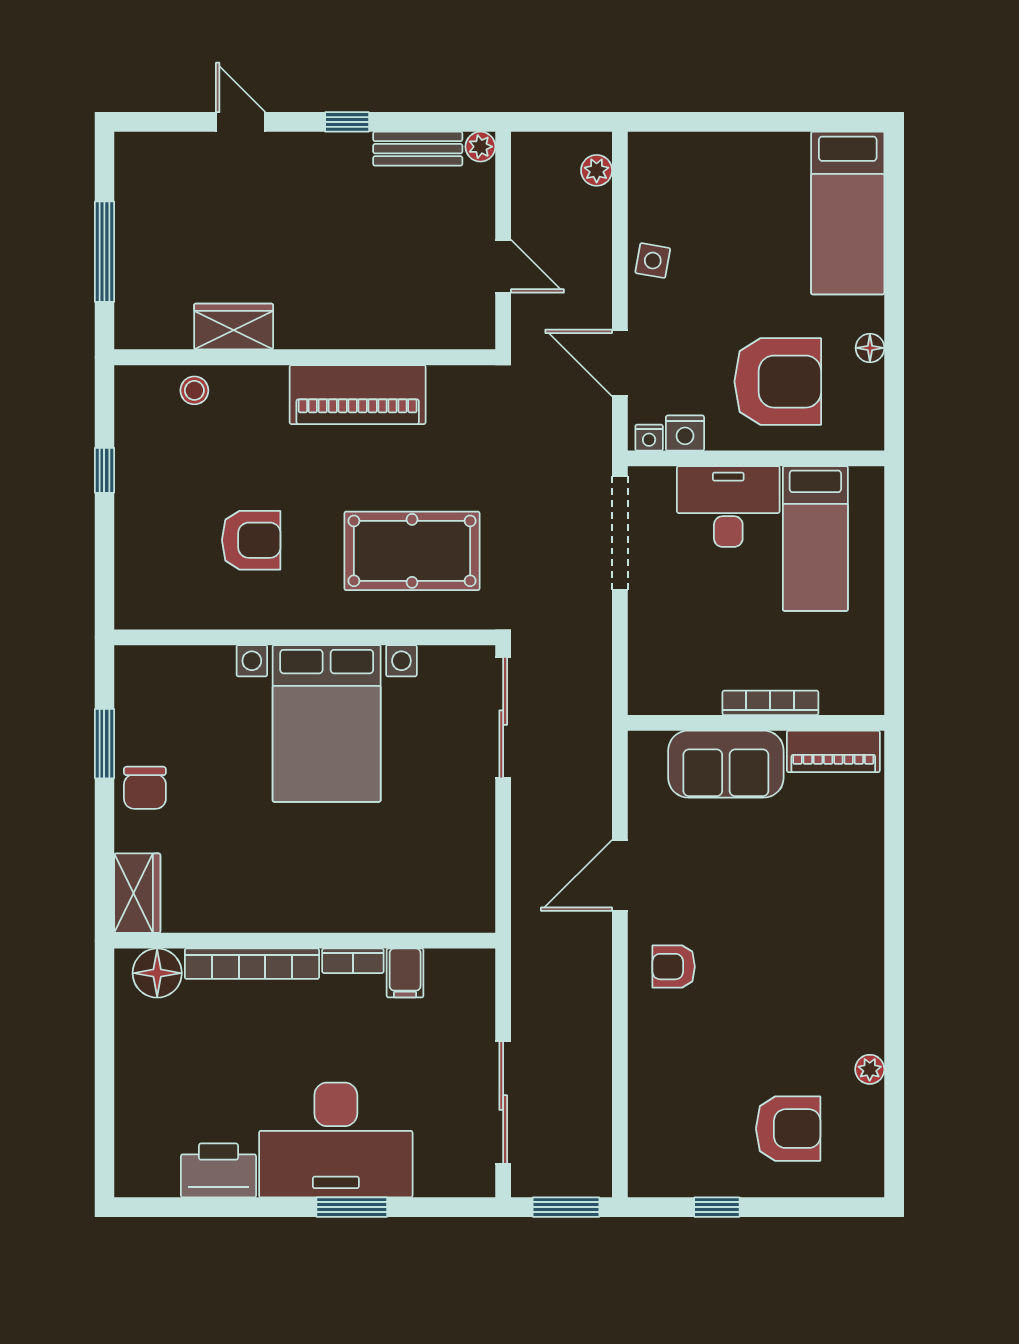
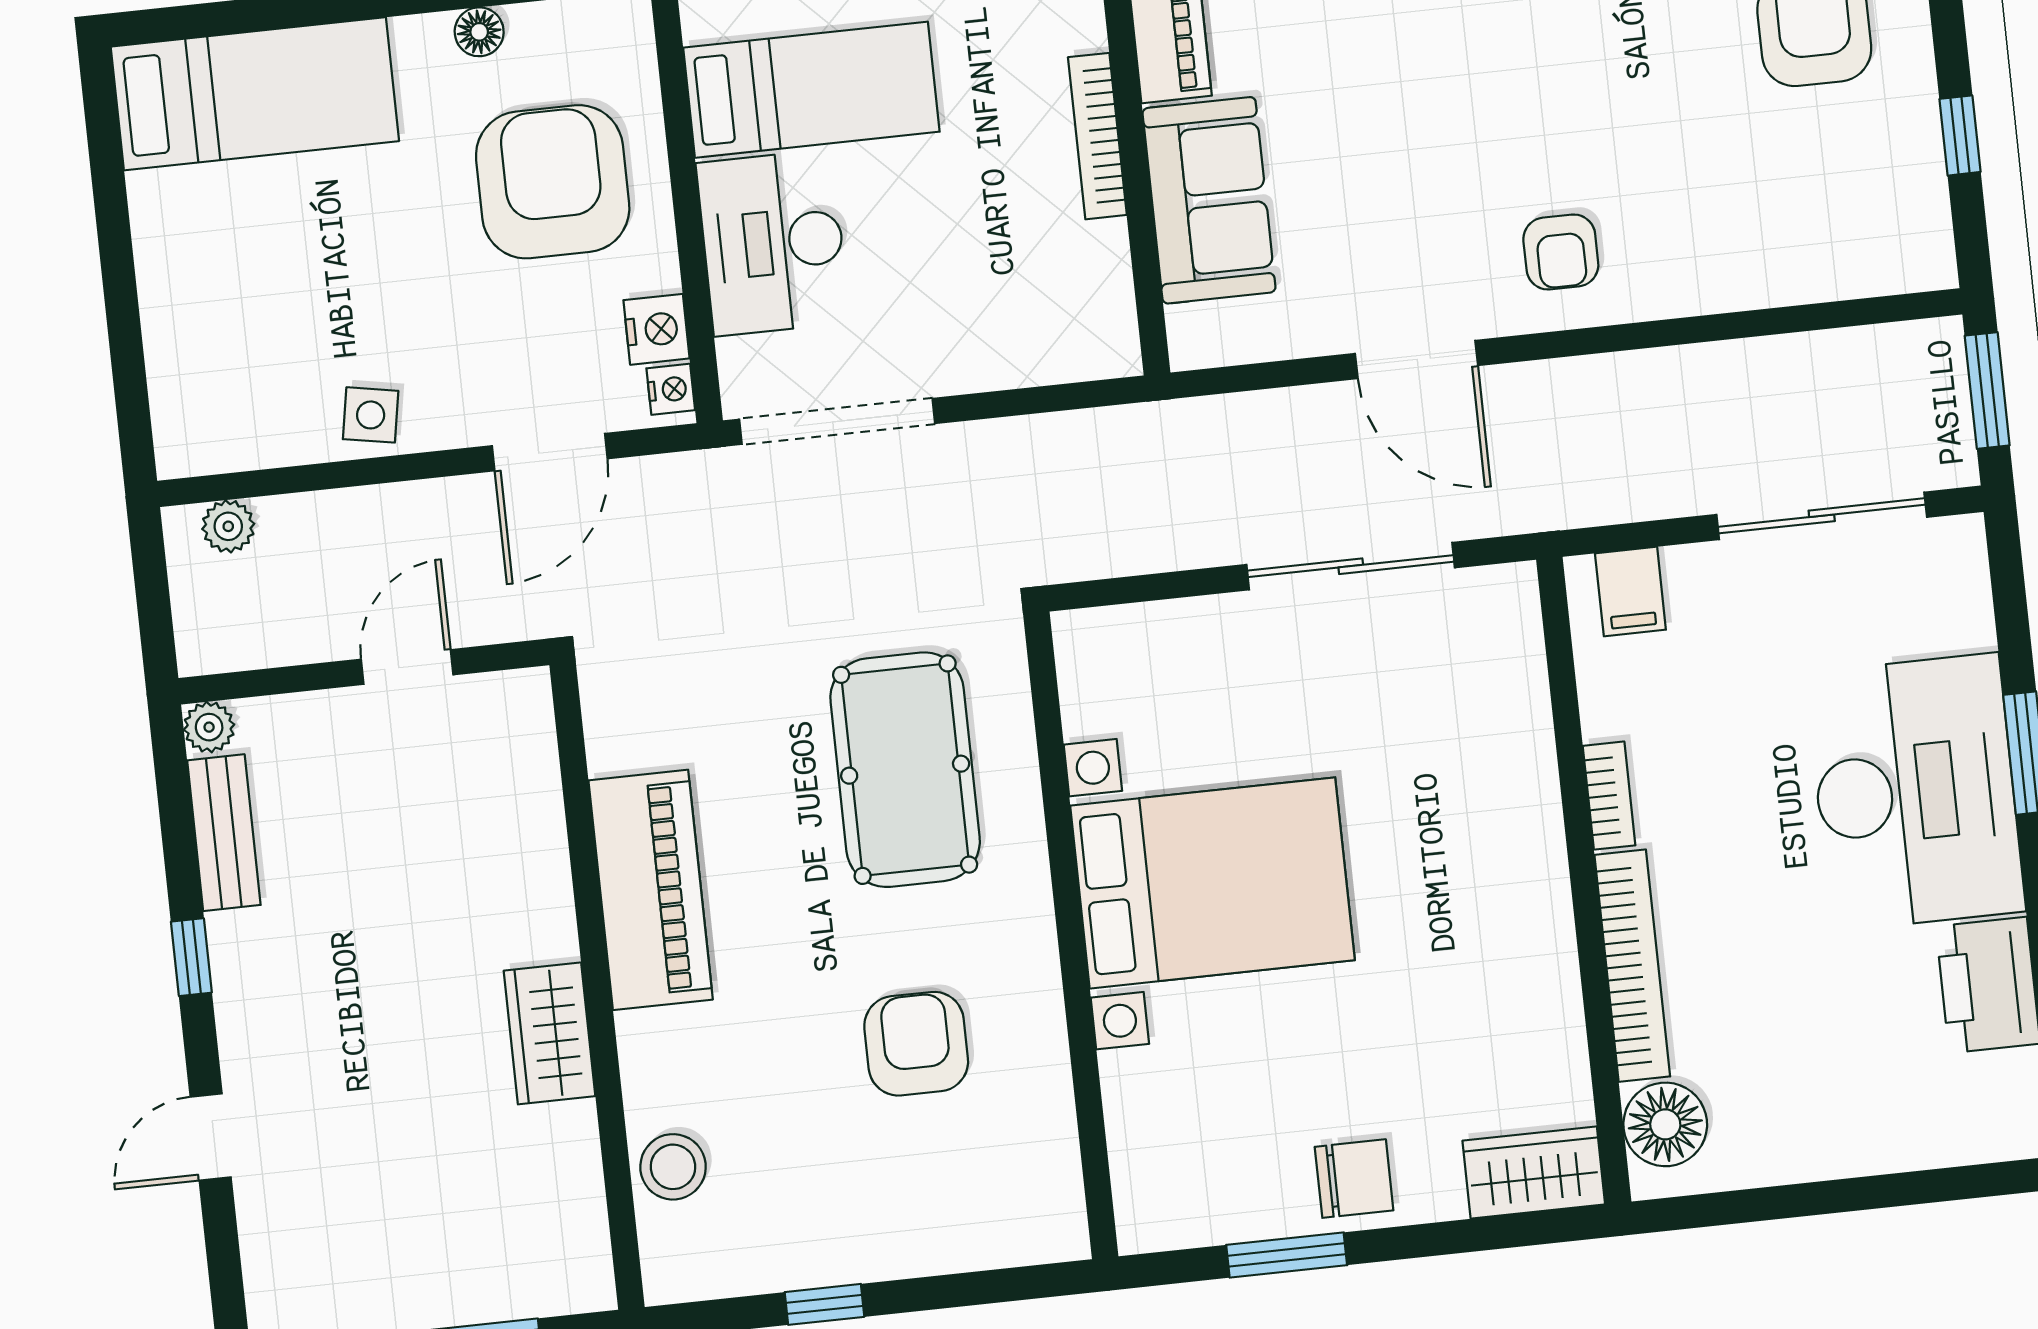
wardrobe: (234, 327) -> (550, 1033), moved
stool: (194, 390) -> (673, 1167), width x1.37, depth x1.37
sliding door: (503, 718) -> (1351, 566), moved
filing cabinet: (405, 973) -> (1630, 591), moved, turned 90

